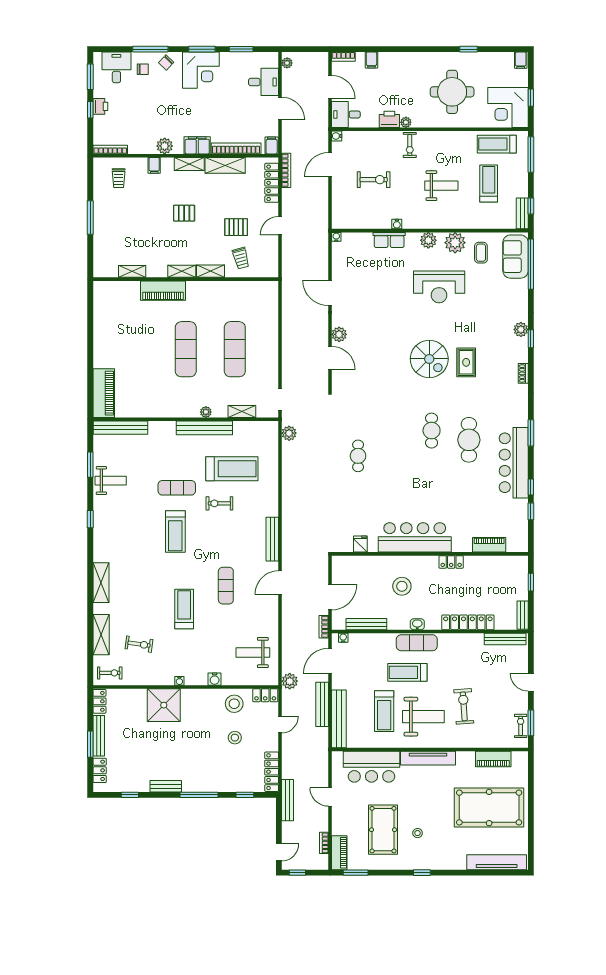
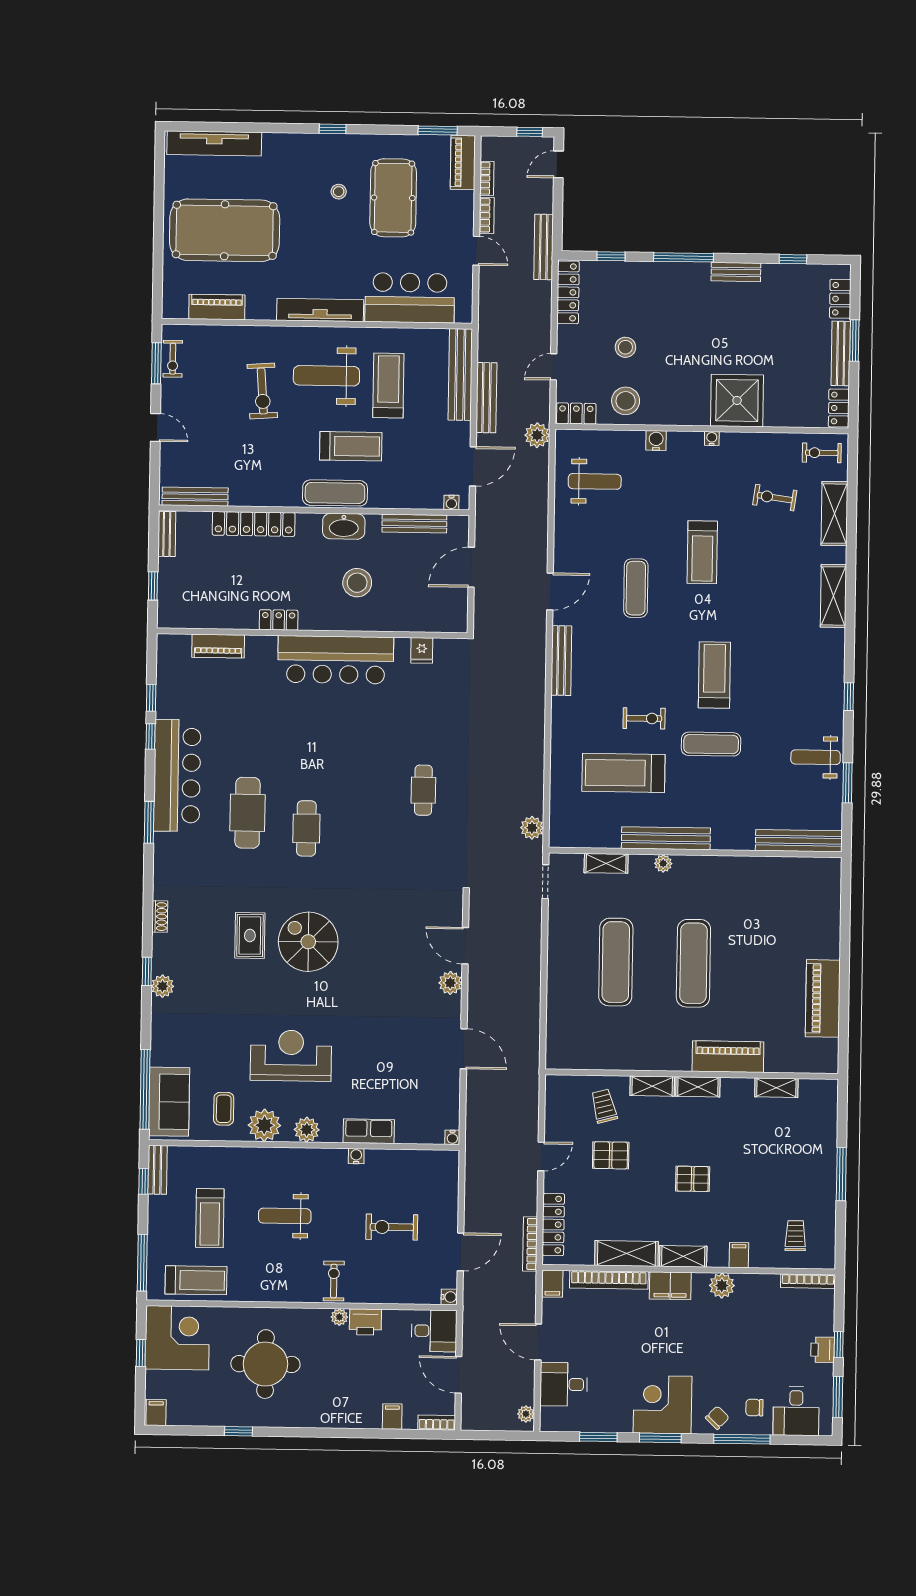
piano: (104, 393) -> (823, 998), moved
washbasin: (417, 624) -> (344, 526), width x1.91, depth x1.45
bookcase: (324, 627) -> (487, 215), moved

